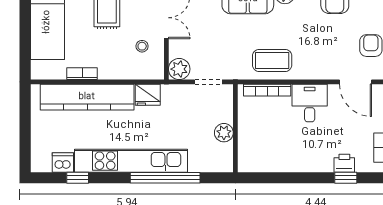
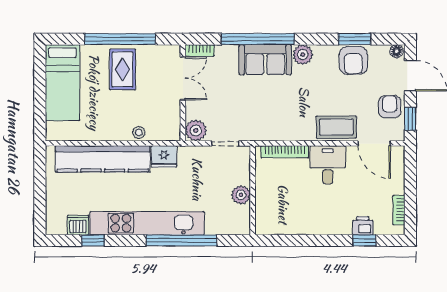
stool: (142, 46) -> (139, 133), moved
coffee table: (272, 60) -> (336, 127), moved
bookcase: (82, 74) -> (97, 135), removed

